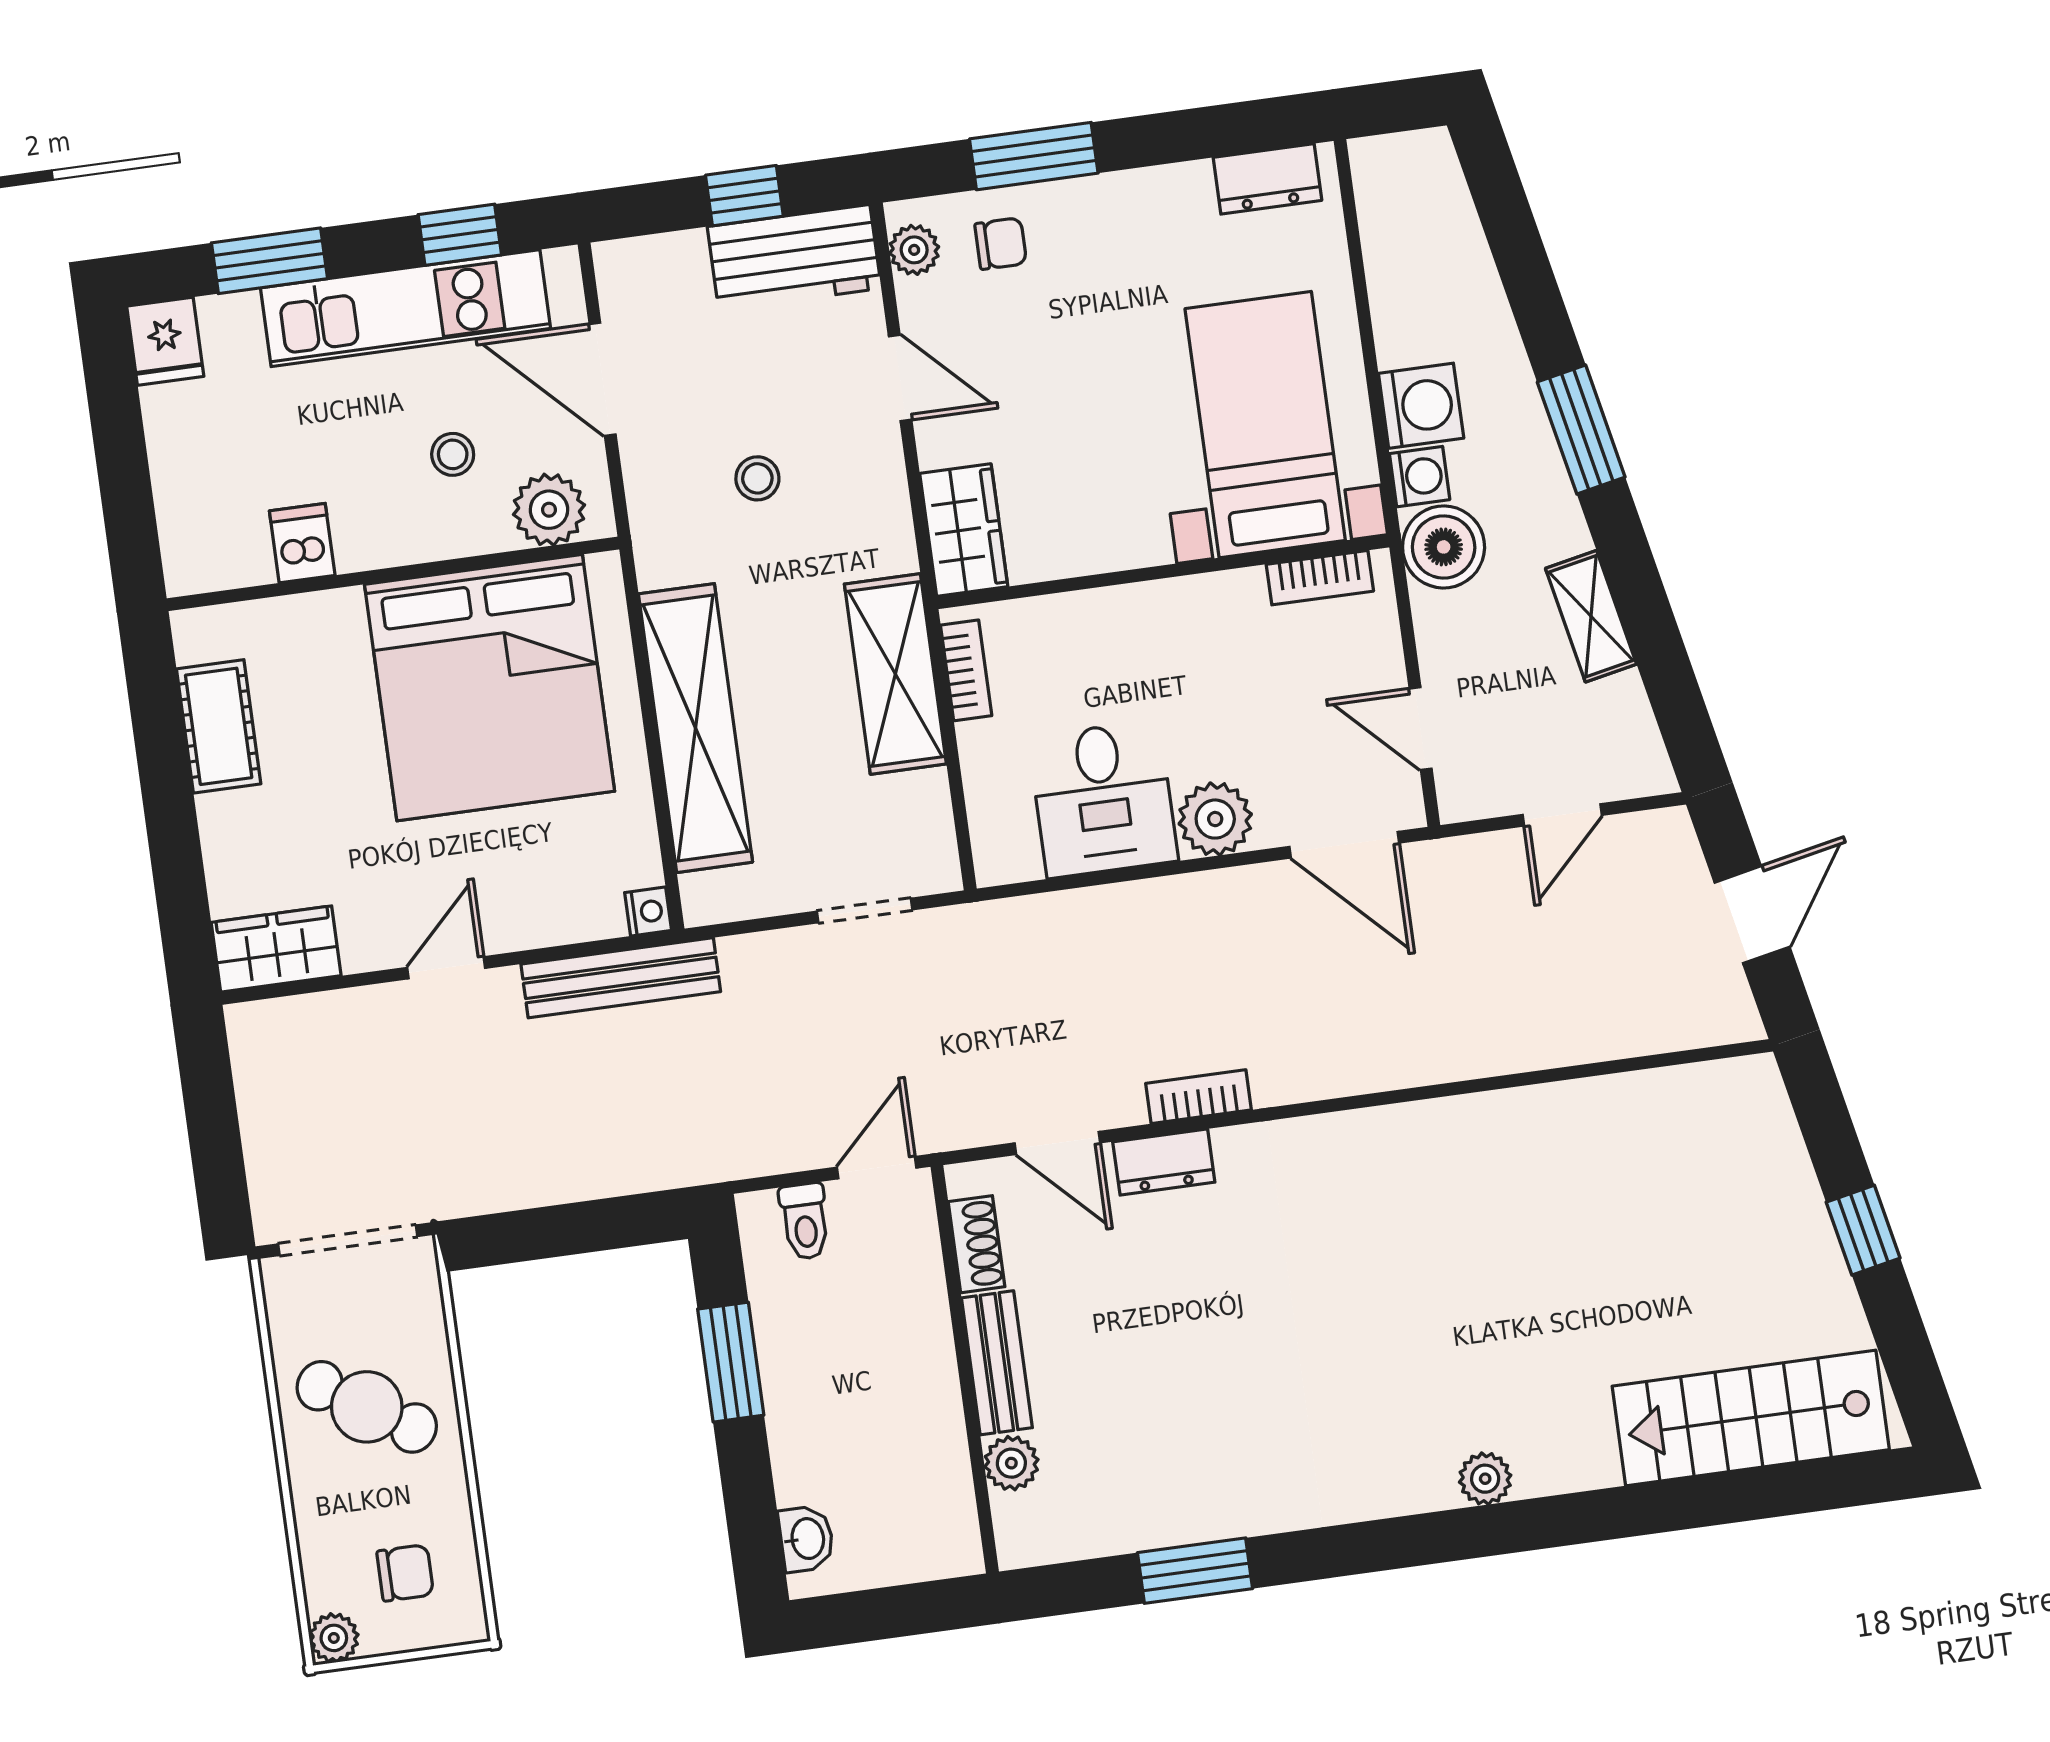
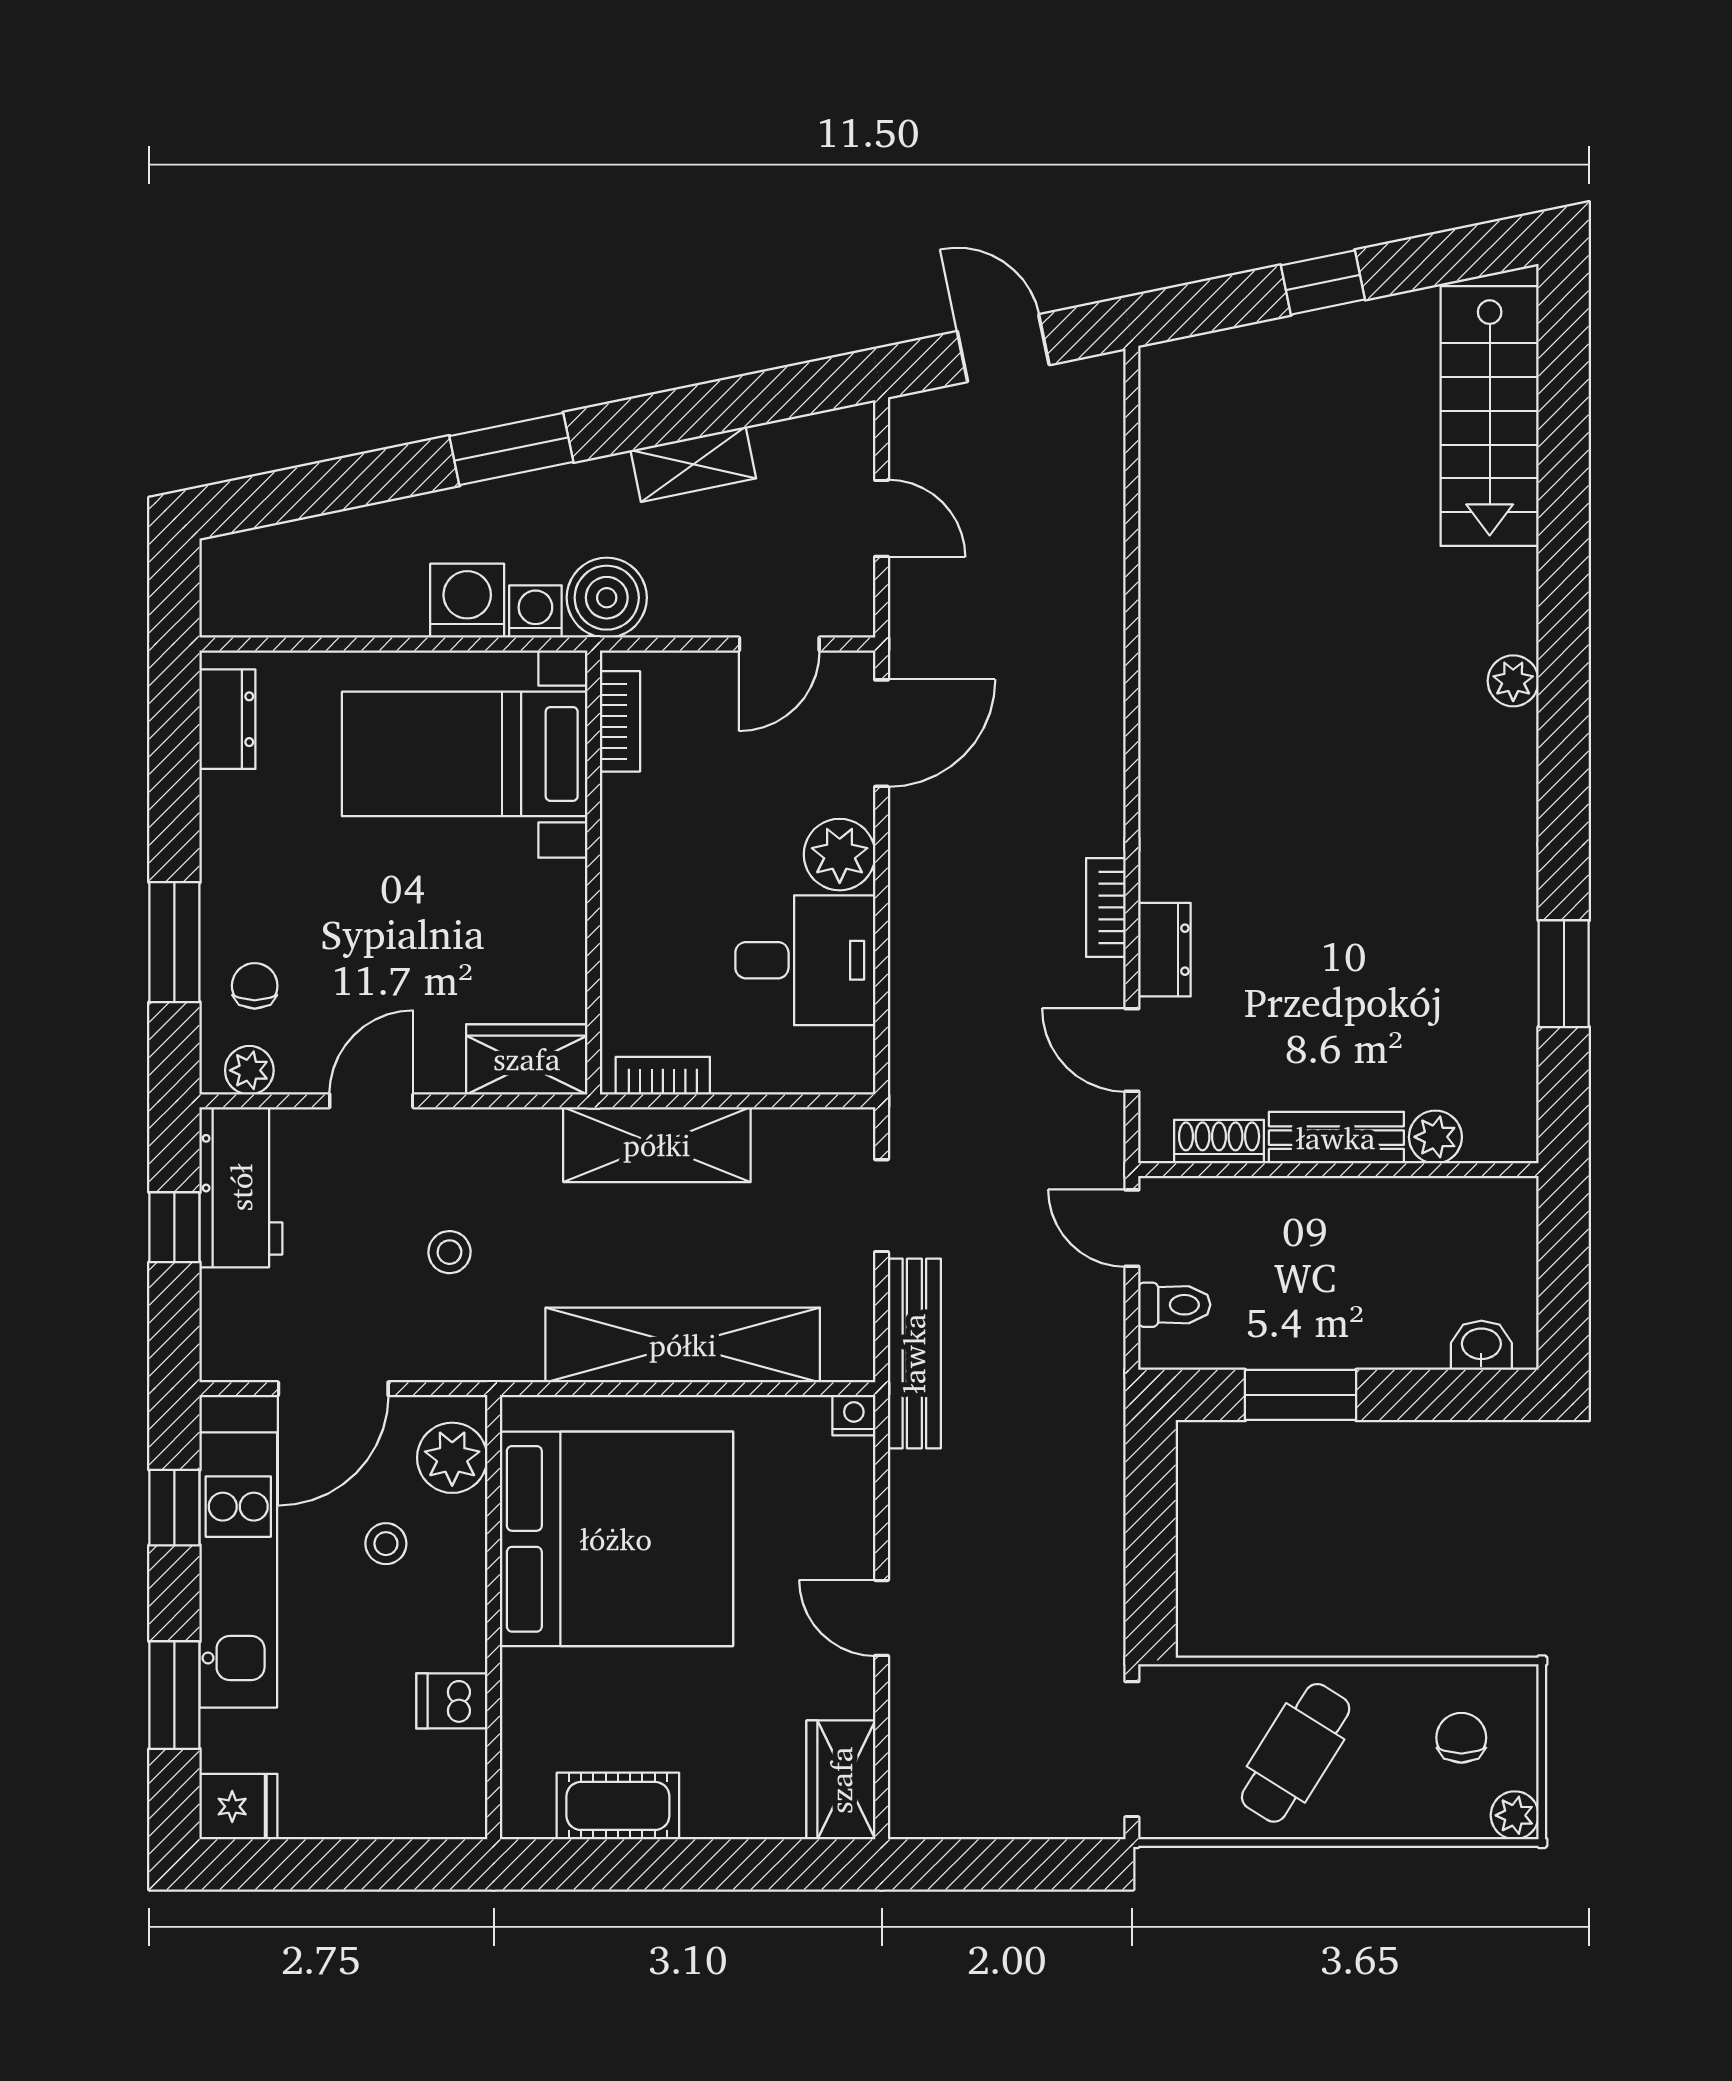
bench: (621, 978) -> (914, 1353), moved
door: (1057, 1143) -> (1132, 1050), swing flipped

